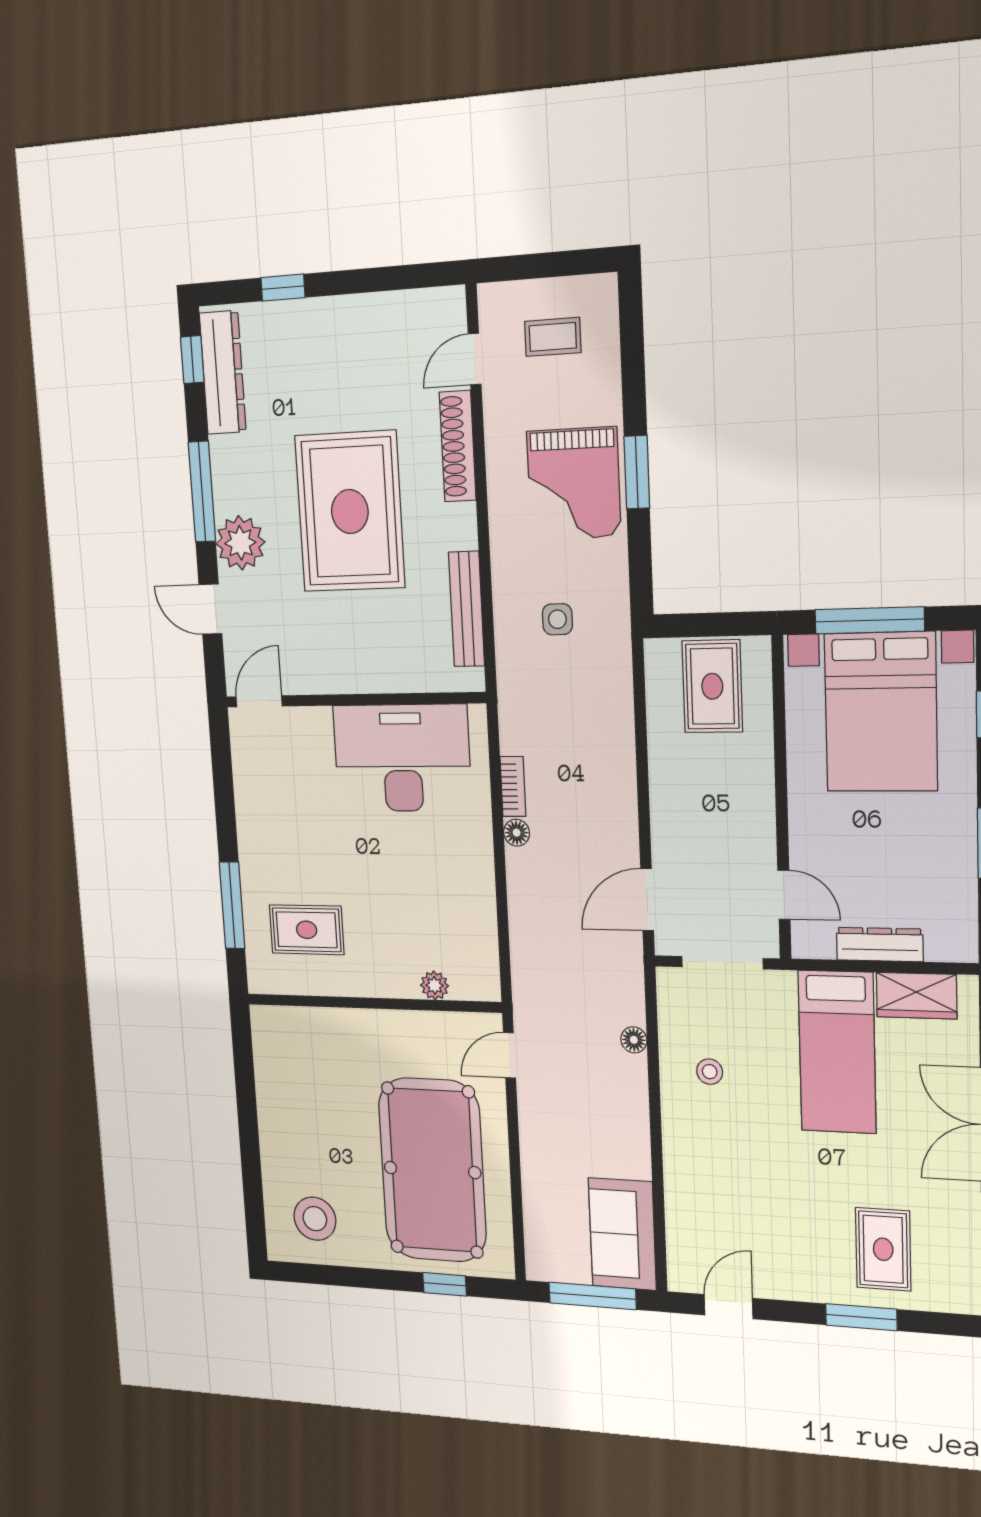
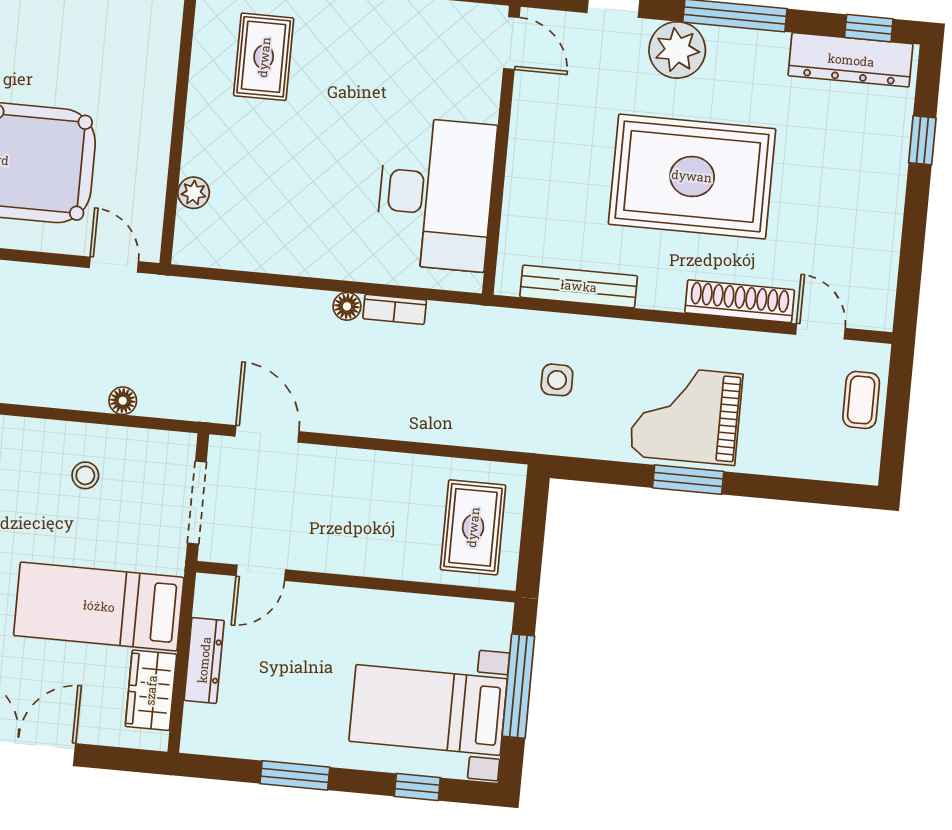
coffee table: (553, 337) -> (861, 400), moved
rug: (712, 686) -> (473, 527), turned 90
bed with nightstands: (881, 712) -> (428, 710), width x0.73

